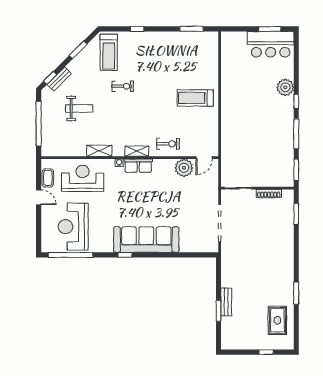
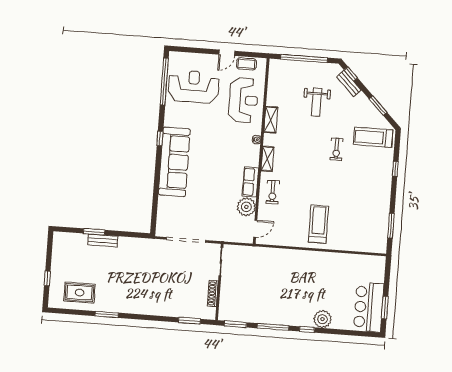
door: (204, 158) -> (255, 229), swing flipped
row of seats: (138, 166) -> (250, 182), moved

